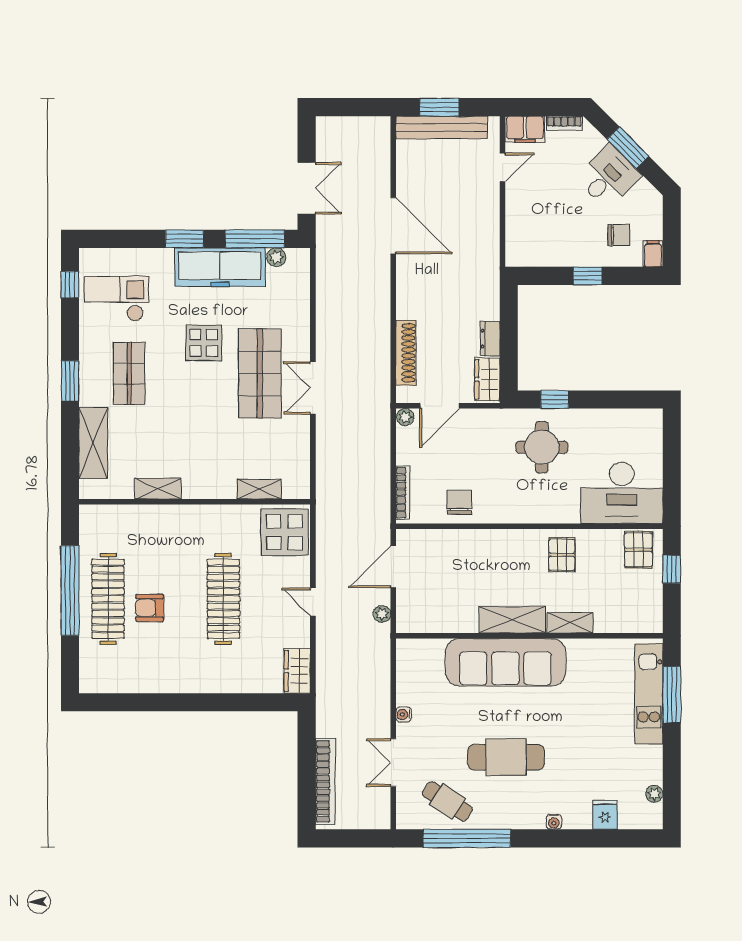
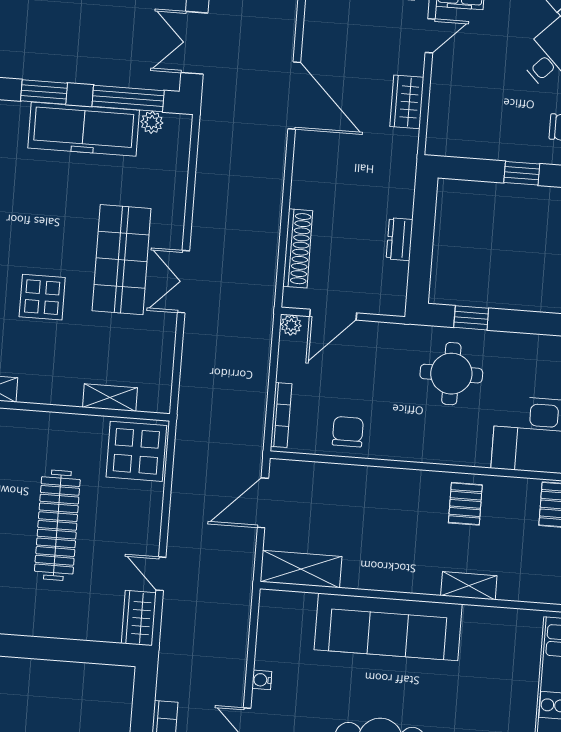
double door: (307, 188) -> (194, 43), swing flipped
display table: (204, 343) -> (42, 297), moved
wardrobe: (487, 379) -> (407, 102), moved
door: (313, 602) -> (161, 574), moved
plant: (382, 614) -> (245, 558), removed
shelving: (512, 620) -> (301, 569), moved

